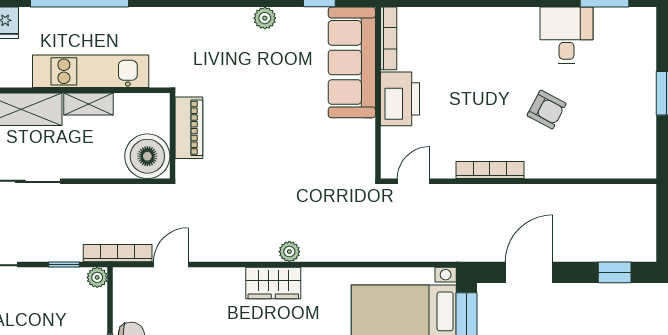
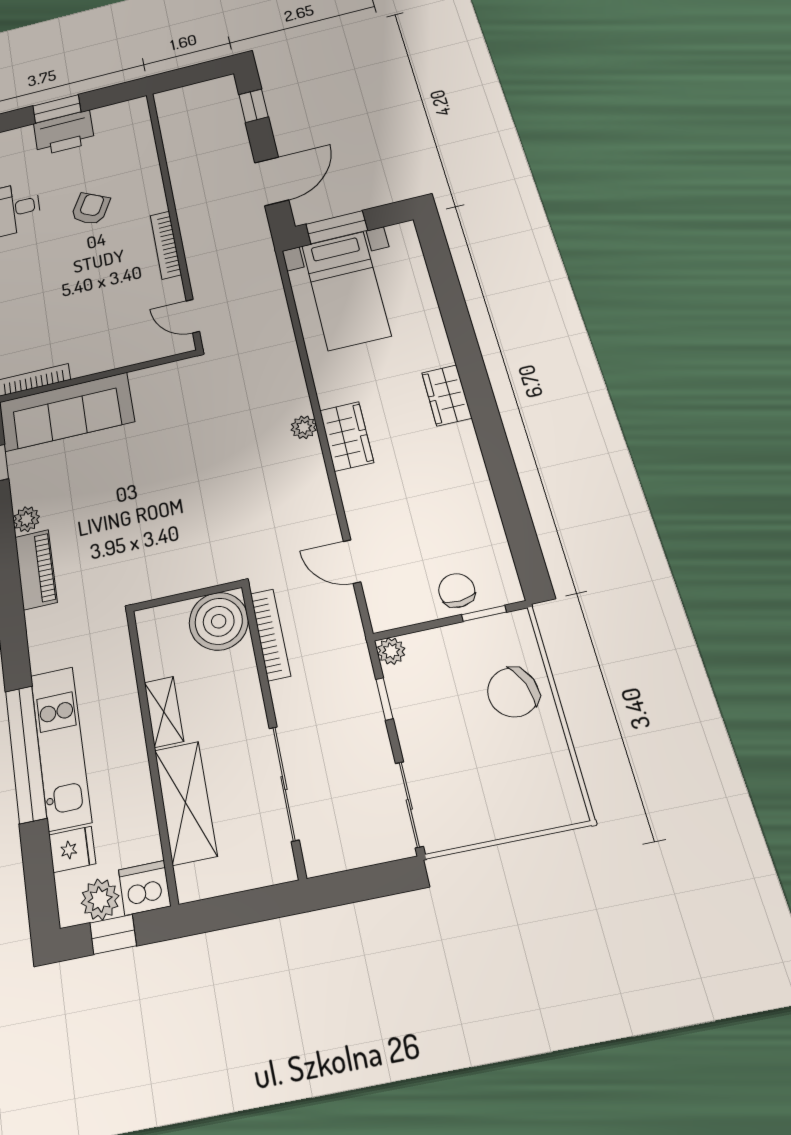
kitchen unit: (91, 71) -> (61, 747), moved, turned 180
printer: (400, 99) -> (64, 133), moved, turned 180
piano: (189, 128) -> (36, 570), moved, turned 90
bookcase: (118, 253) -> (270, 635), moved, turned 180
door: (529, 272) -> (272, 181), swing flipped

